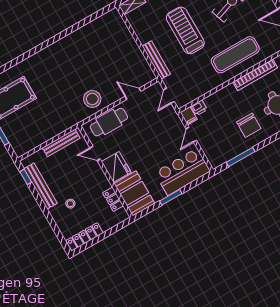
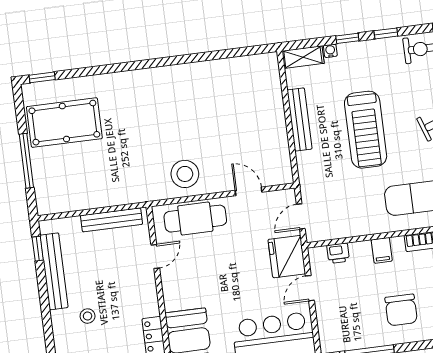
treadmill: (185, 30) -> (366, 130), turned 180
bench: (156, 60) -> (299, 119), moved
filing cabinet: (189, 116) -> (382, 250), moved
door: (95, 153) -> (155, 256), swing flipped
fridge: (116, 167) -> (287, 257), moved, turned 180

